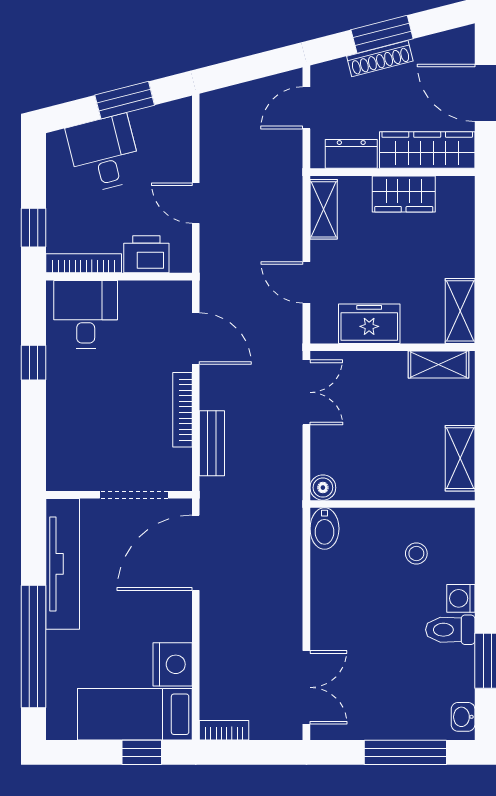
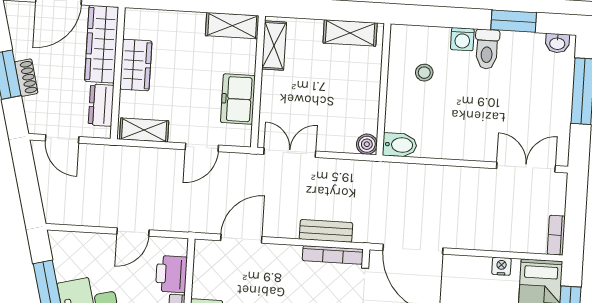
shoe rack: (380, 59) -> (26, 78), width x0.70
bookcase: (183, 410) -> (333, 255), moved
nightstand: (173, 664) -> (501, 266), width x0.53, depth x0.56

